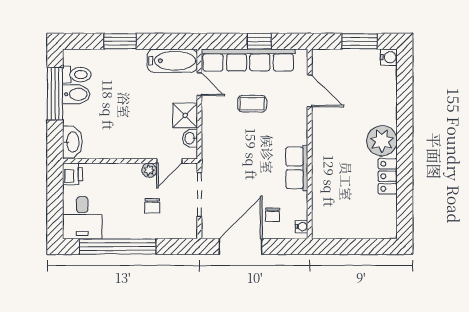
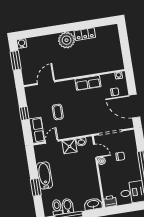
row of seats: (248, 60) -> (37, 130), width x0.50
bathtub: (172, 61) -> (44, 175), moved

